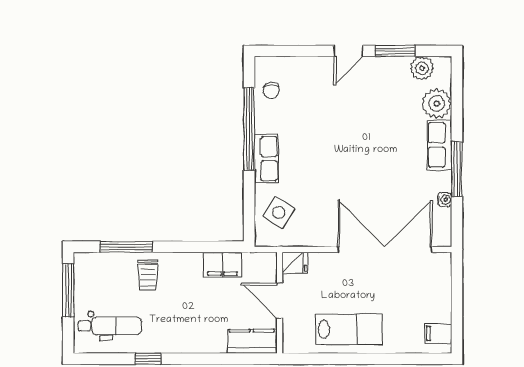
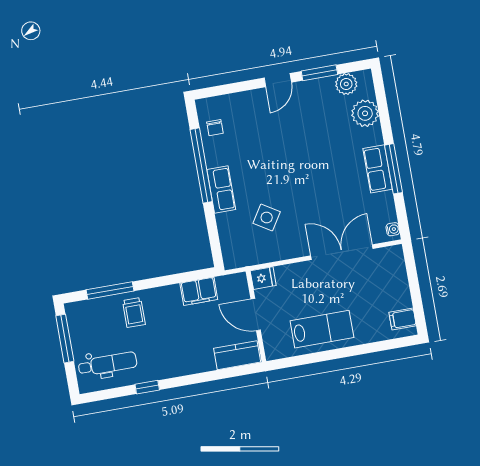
row of seats: (440, 145) -> (378, 169), moved
water cooler: (445, 200) -> (393, 229), moved
side table: (279, 212) -> (267, 218), moved
double door: (385, 250) -> (342, 252), width x0.73

